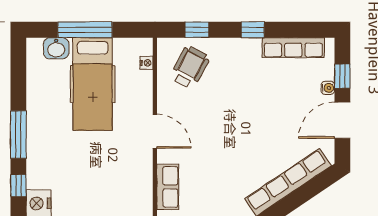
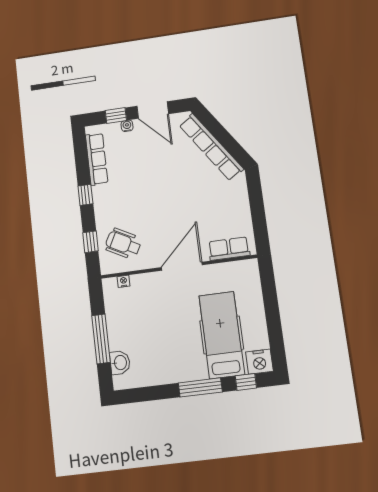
hospital bed: (93, 84) -> (222, 335), moved, turned -90
door: (155, 131) -> (182, 266), width x1.36

